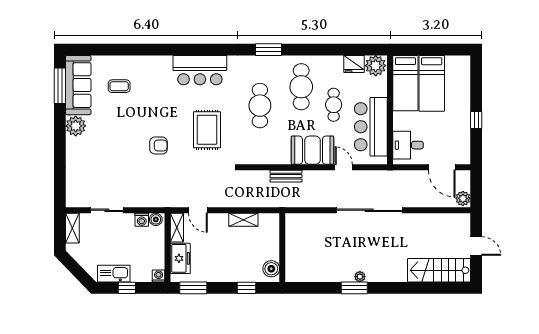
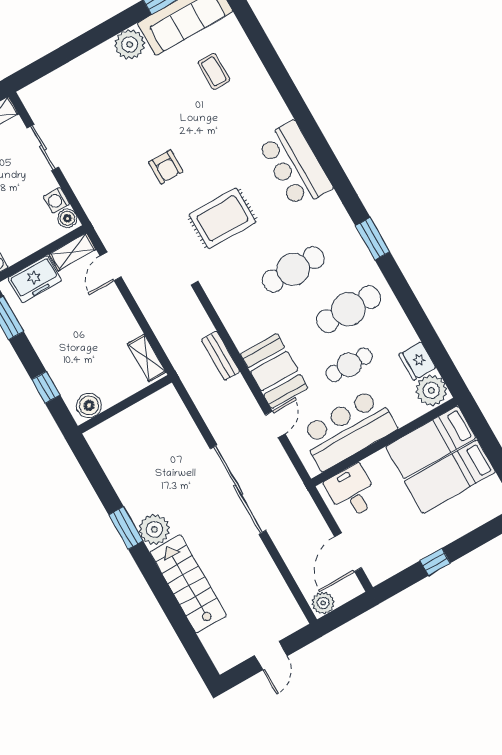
shelving: (243, 220) -> (147, 358), moved
stairs: (439, 270) -> (188, 584), moved
plant: (360, 277) -> (154, 529), width x1.88, depth x1.88

